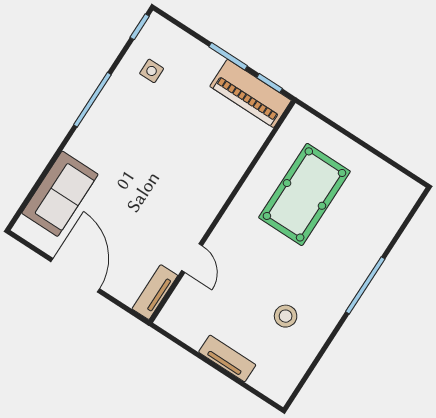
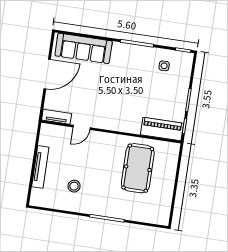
piano: (251, 93) -> (162, 129), moved, turned 90
sofa: (60, 194) -> (84, 48), width x1.36
pool table: (304, 194) -> (138, 168), turned 90
tv unit: (227, 358) -> (40, 167), width x1.41

